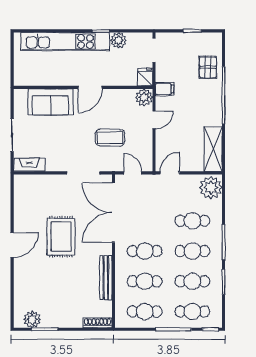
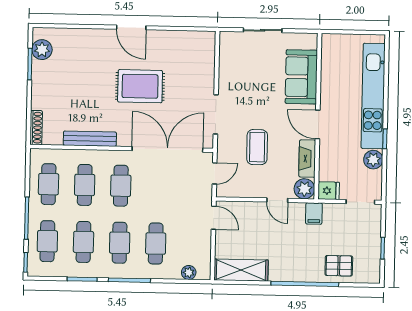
fireplace: (29, 165) -> (307, 159), moved, turned 180
plant: (211, 187) -> (189, 273), width x0.53, depth x0.53

